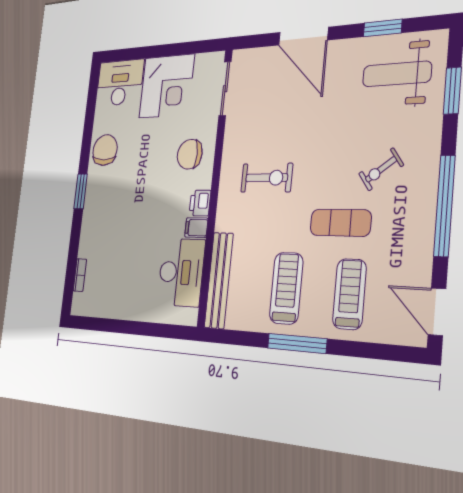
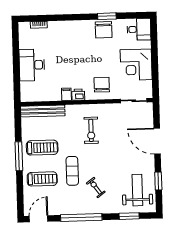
door: (303, 36) -> (157, 141), hinge flipped
desk: (120, 83) -> (139, 29), width x0.73
chair: (105, 150) -> (104, 30), turned 90
window: (81, 191) -> (107, 16), moved
desk: (181, 272) -> (32, 65), moved, turned 90

